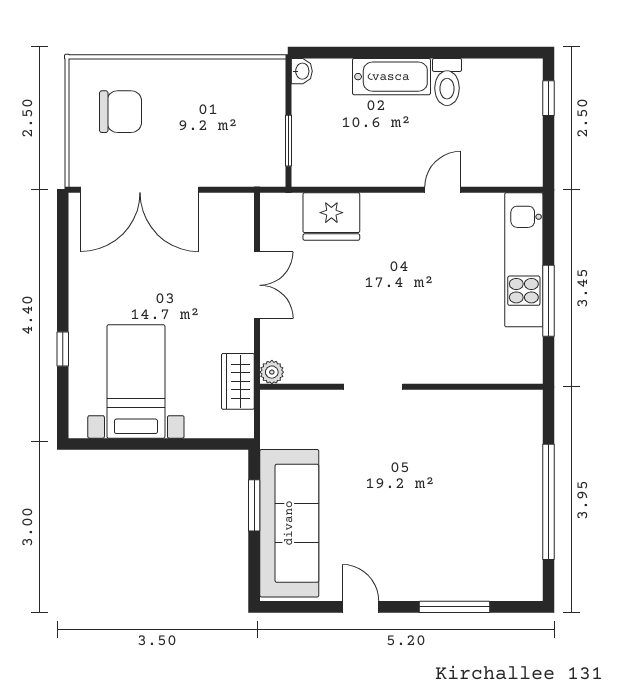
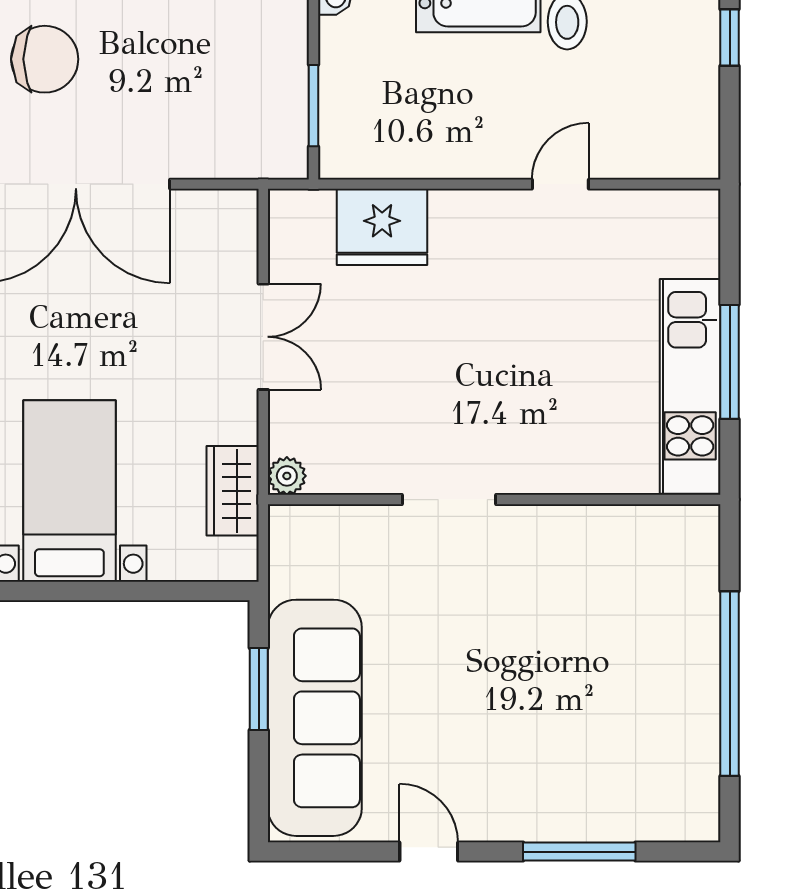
kitchen unit: (524, 260) -> (690, 386), moved

